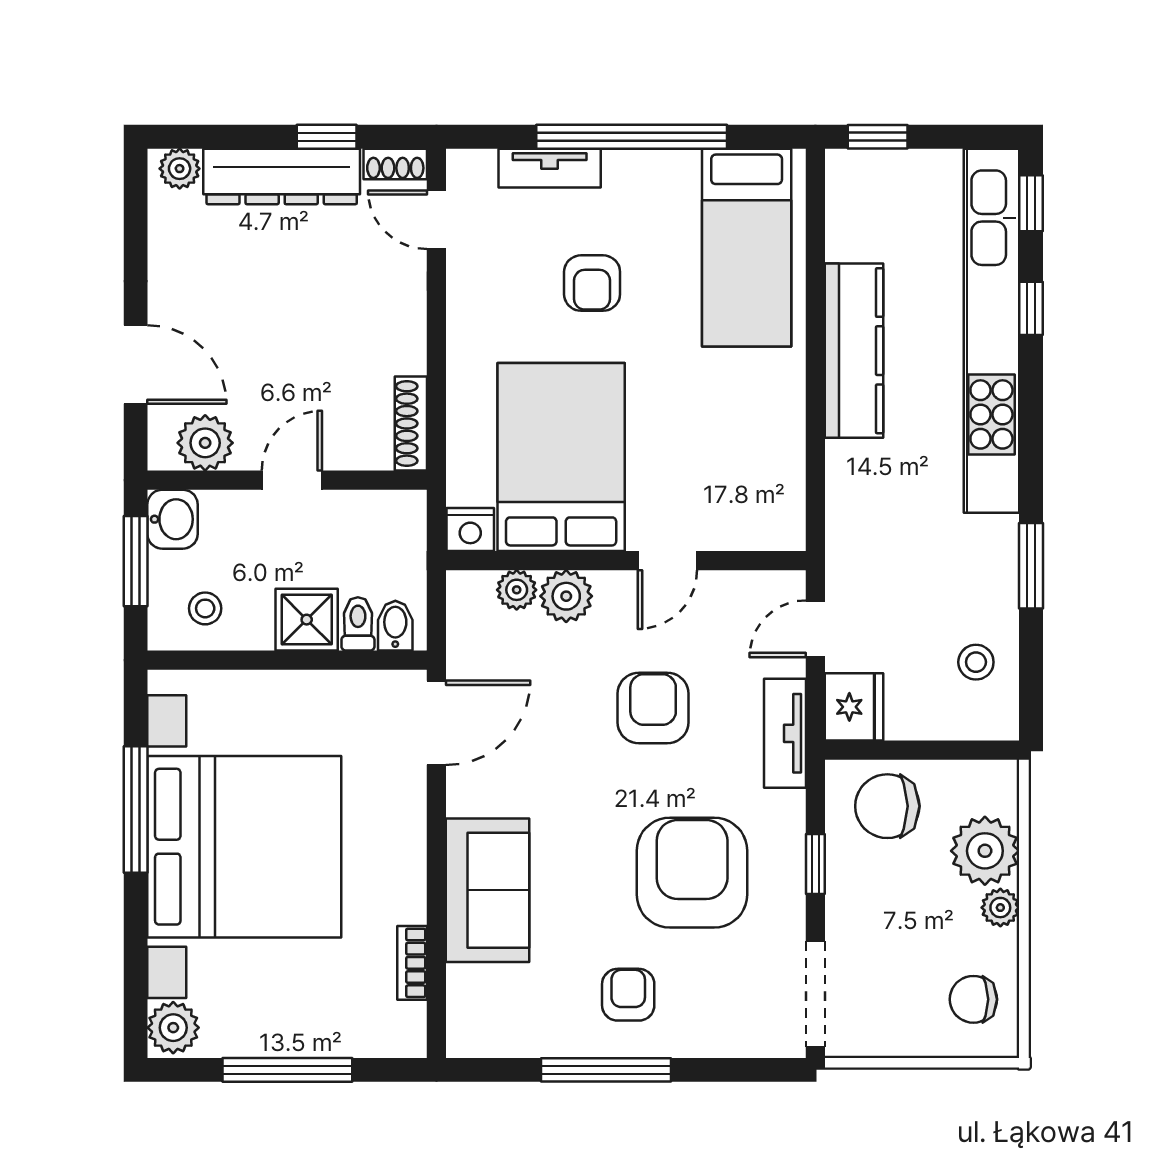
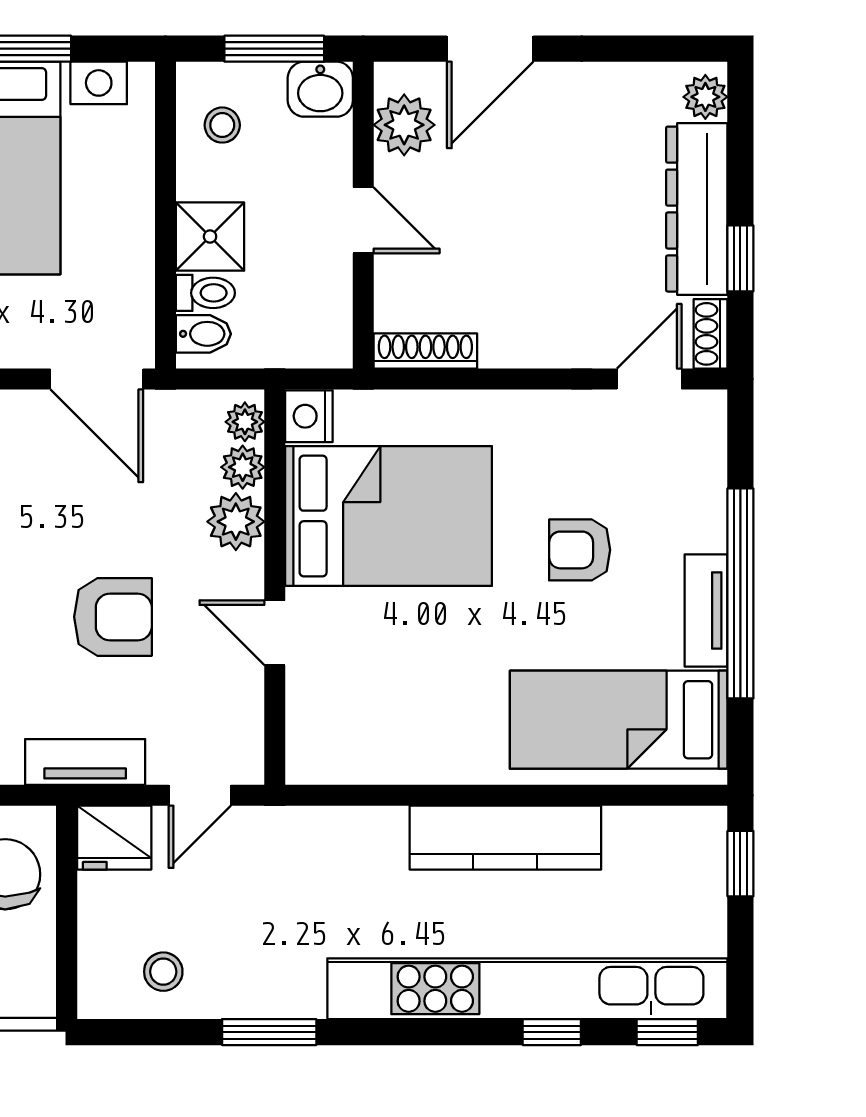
tv unit: (550, 168) -> (706, 611), moved
plant: (475, 588) -> (245, 422), added
door: (815, 629) -> (200, 795), swing flipped

